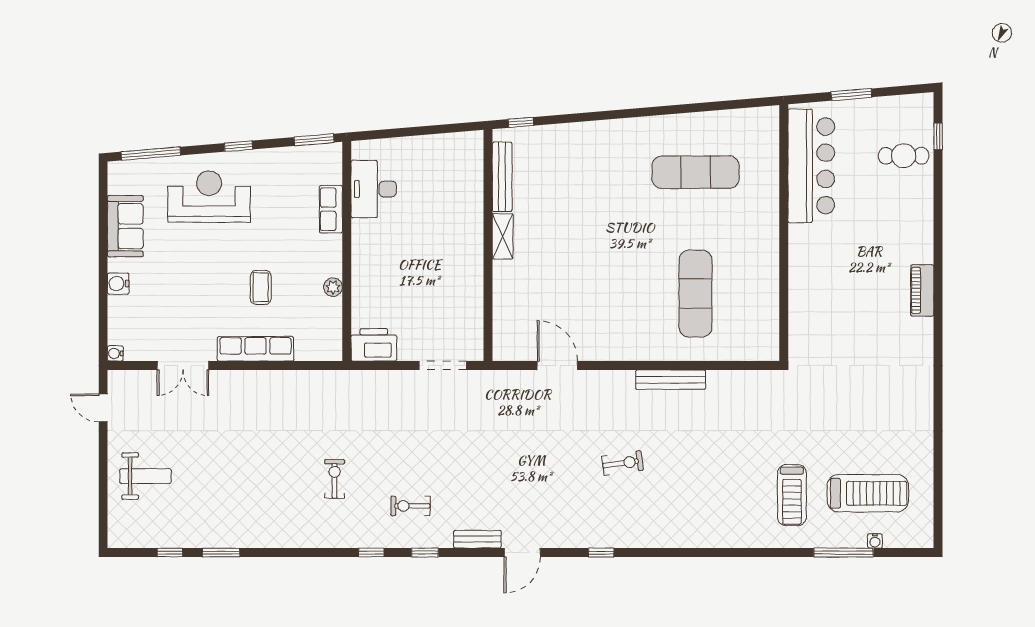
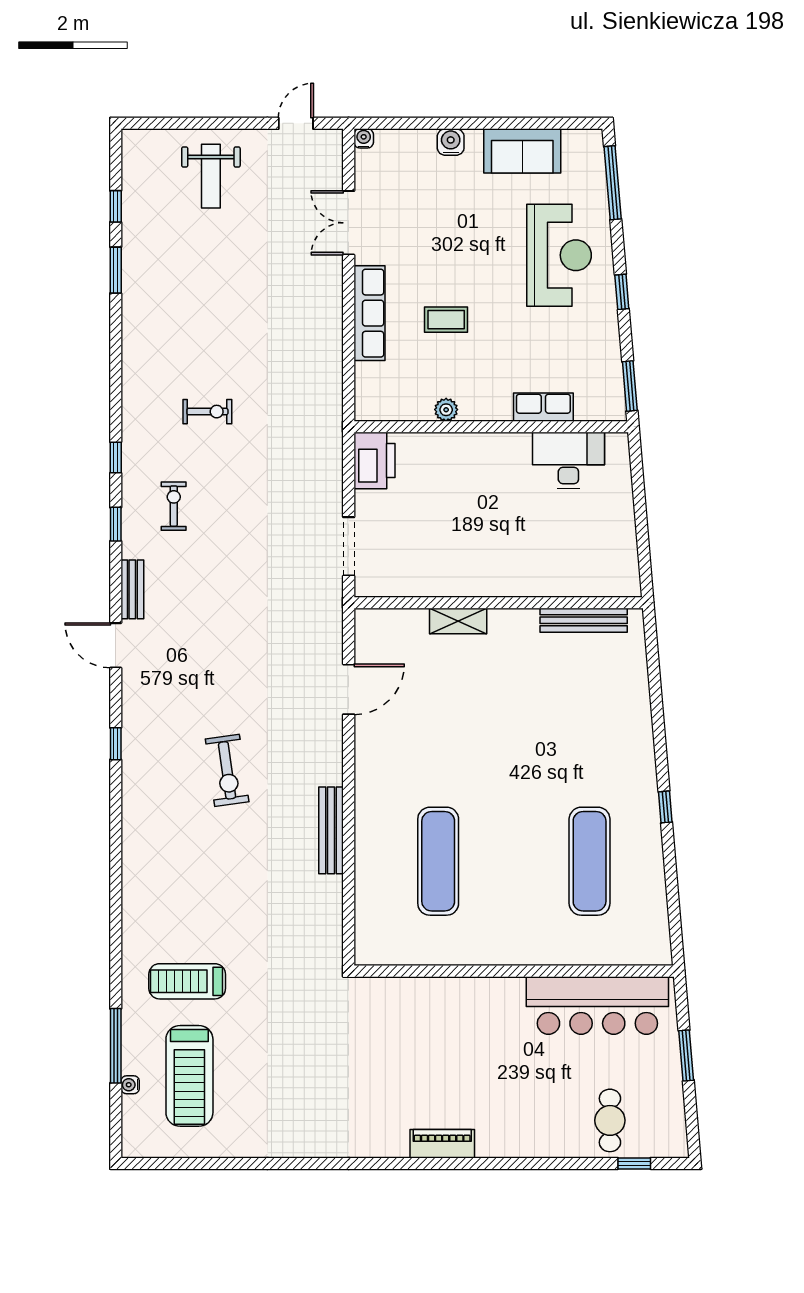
window: (521, 122) -> (665, 807), moved
shelving: (503, 236) -> (458, 621), moved
exercise mat: (695, 294) -> (438, 861), turned 90
exercise bike: (623, 463) -> (227, 770), width x1.38, depth x1.39

